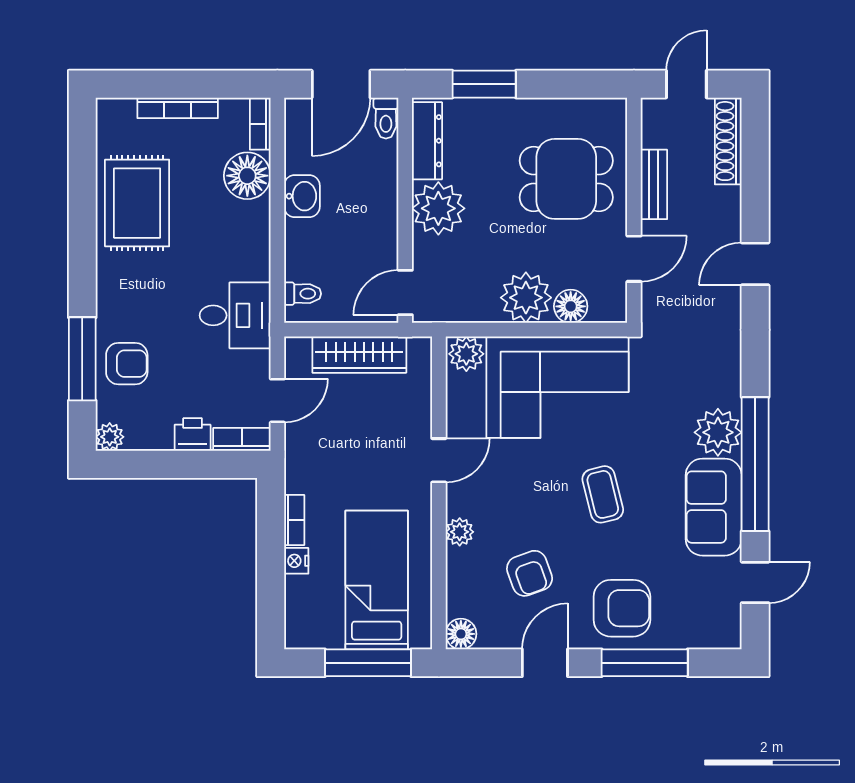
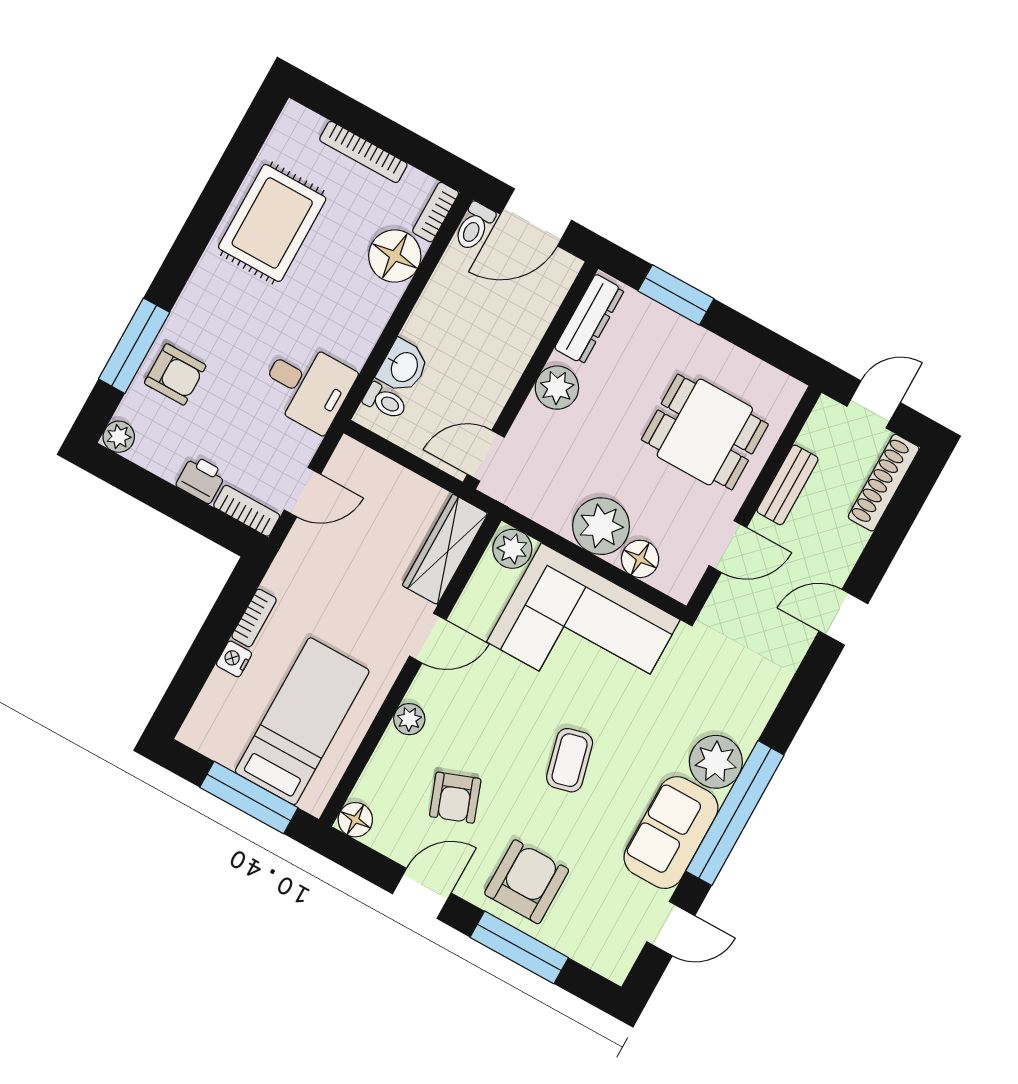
toilet: (386, 118) -> (474, 226), moved
washbasin: (302, 196) -> (403, 367), moved
plant: (438, 208) -> (557, 388), width x0.73, depth x0.73
wardrobe: (359, 355) -> (445, 549), moved, turned 90
armchair: (622, 608) -> (527, 882), turned -90

